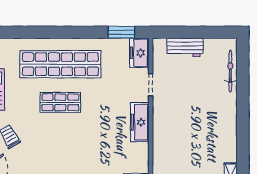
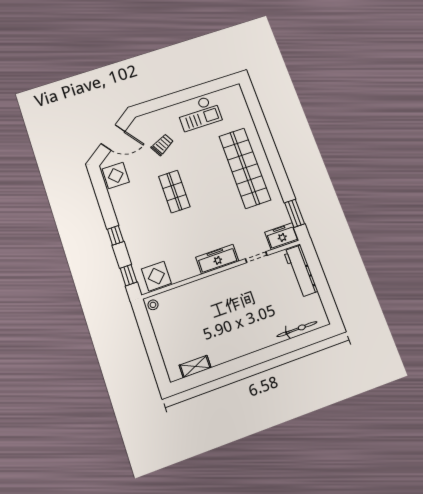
workbench: (185, 47) -> (301, 271), width x1.38
shop shelf: (60, 102) -> (174, 192), moved

